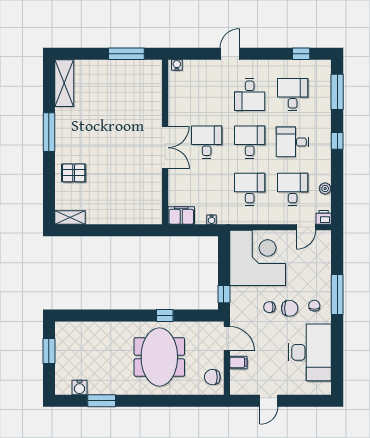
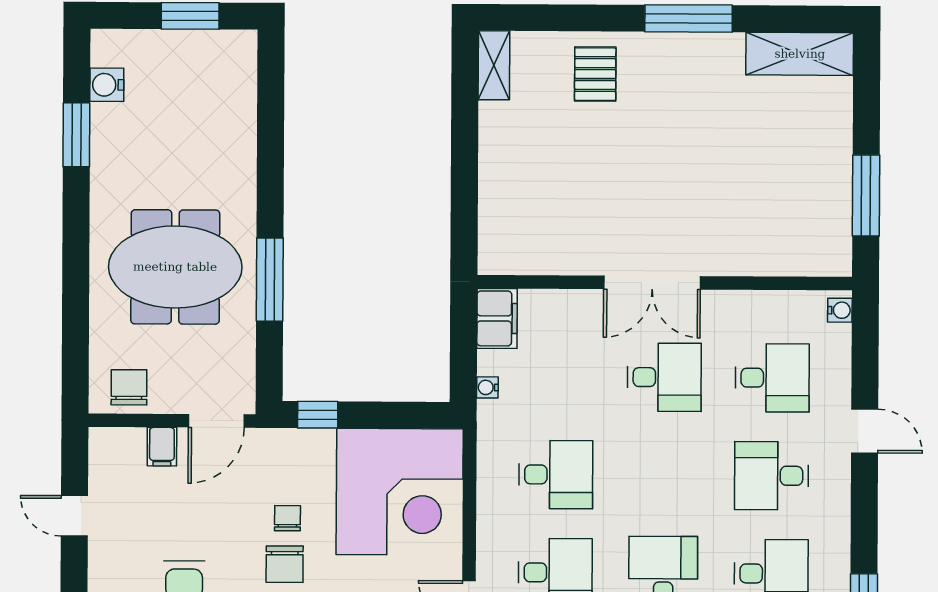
desk: (250, 142) -> (772, 378), moved
window: (165, 315) -> (270, 280), width x2.17

